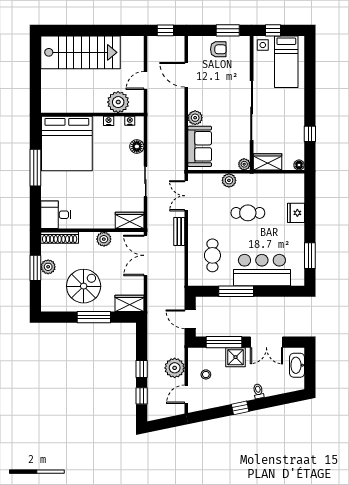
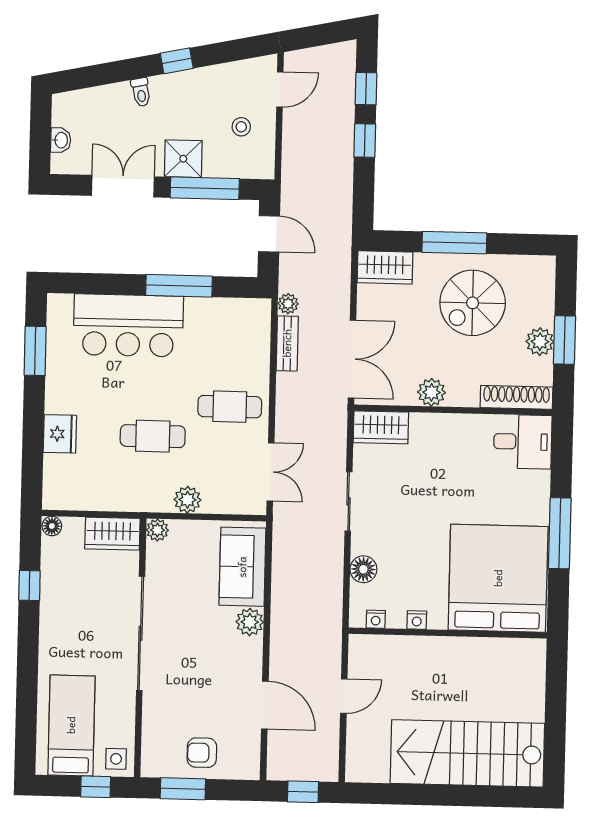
plant: (118, 102) -> (397, 656), removed
bench: (179, 232) -> (287, 343), moved
cafe table: (212, 255) -> (230, 407), moved, turned 90
washbasin: (297, 365) -> (61, 140), width x0.52, depth x0.69
plant: (175, 368) -> (288, 304), moved, width x0.53, depth x0.53

